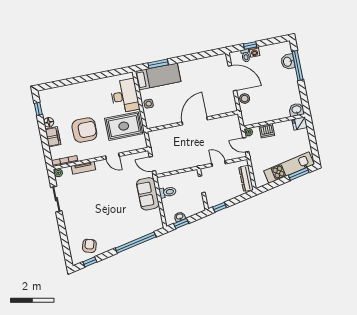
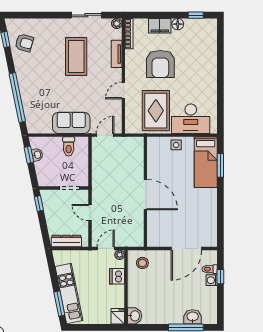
stool: (245, 99) -> (142, 263), moved
door: (219, 164) -> (90, 213), swing flipped
coffee table: (92, 201) -> (76, 56), added

